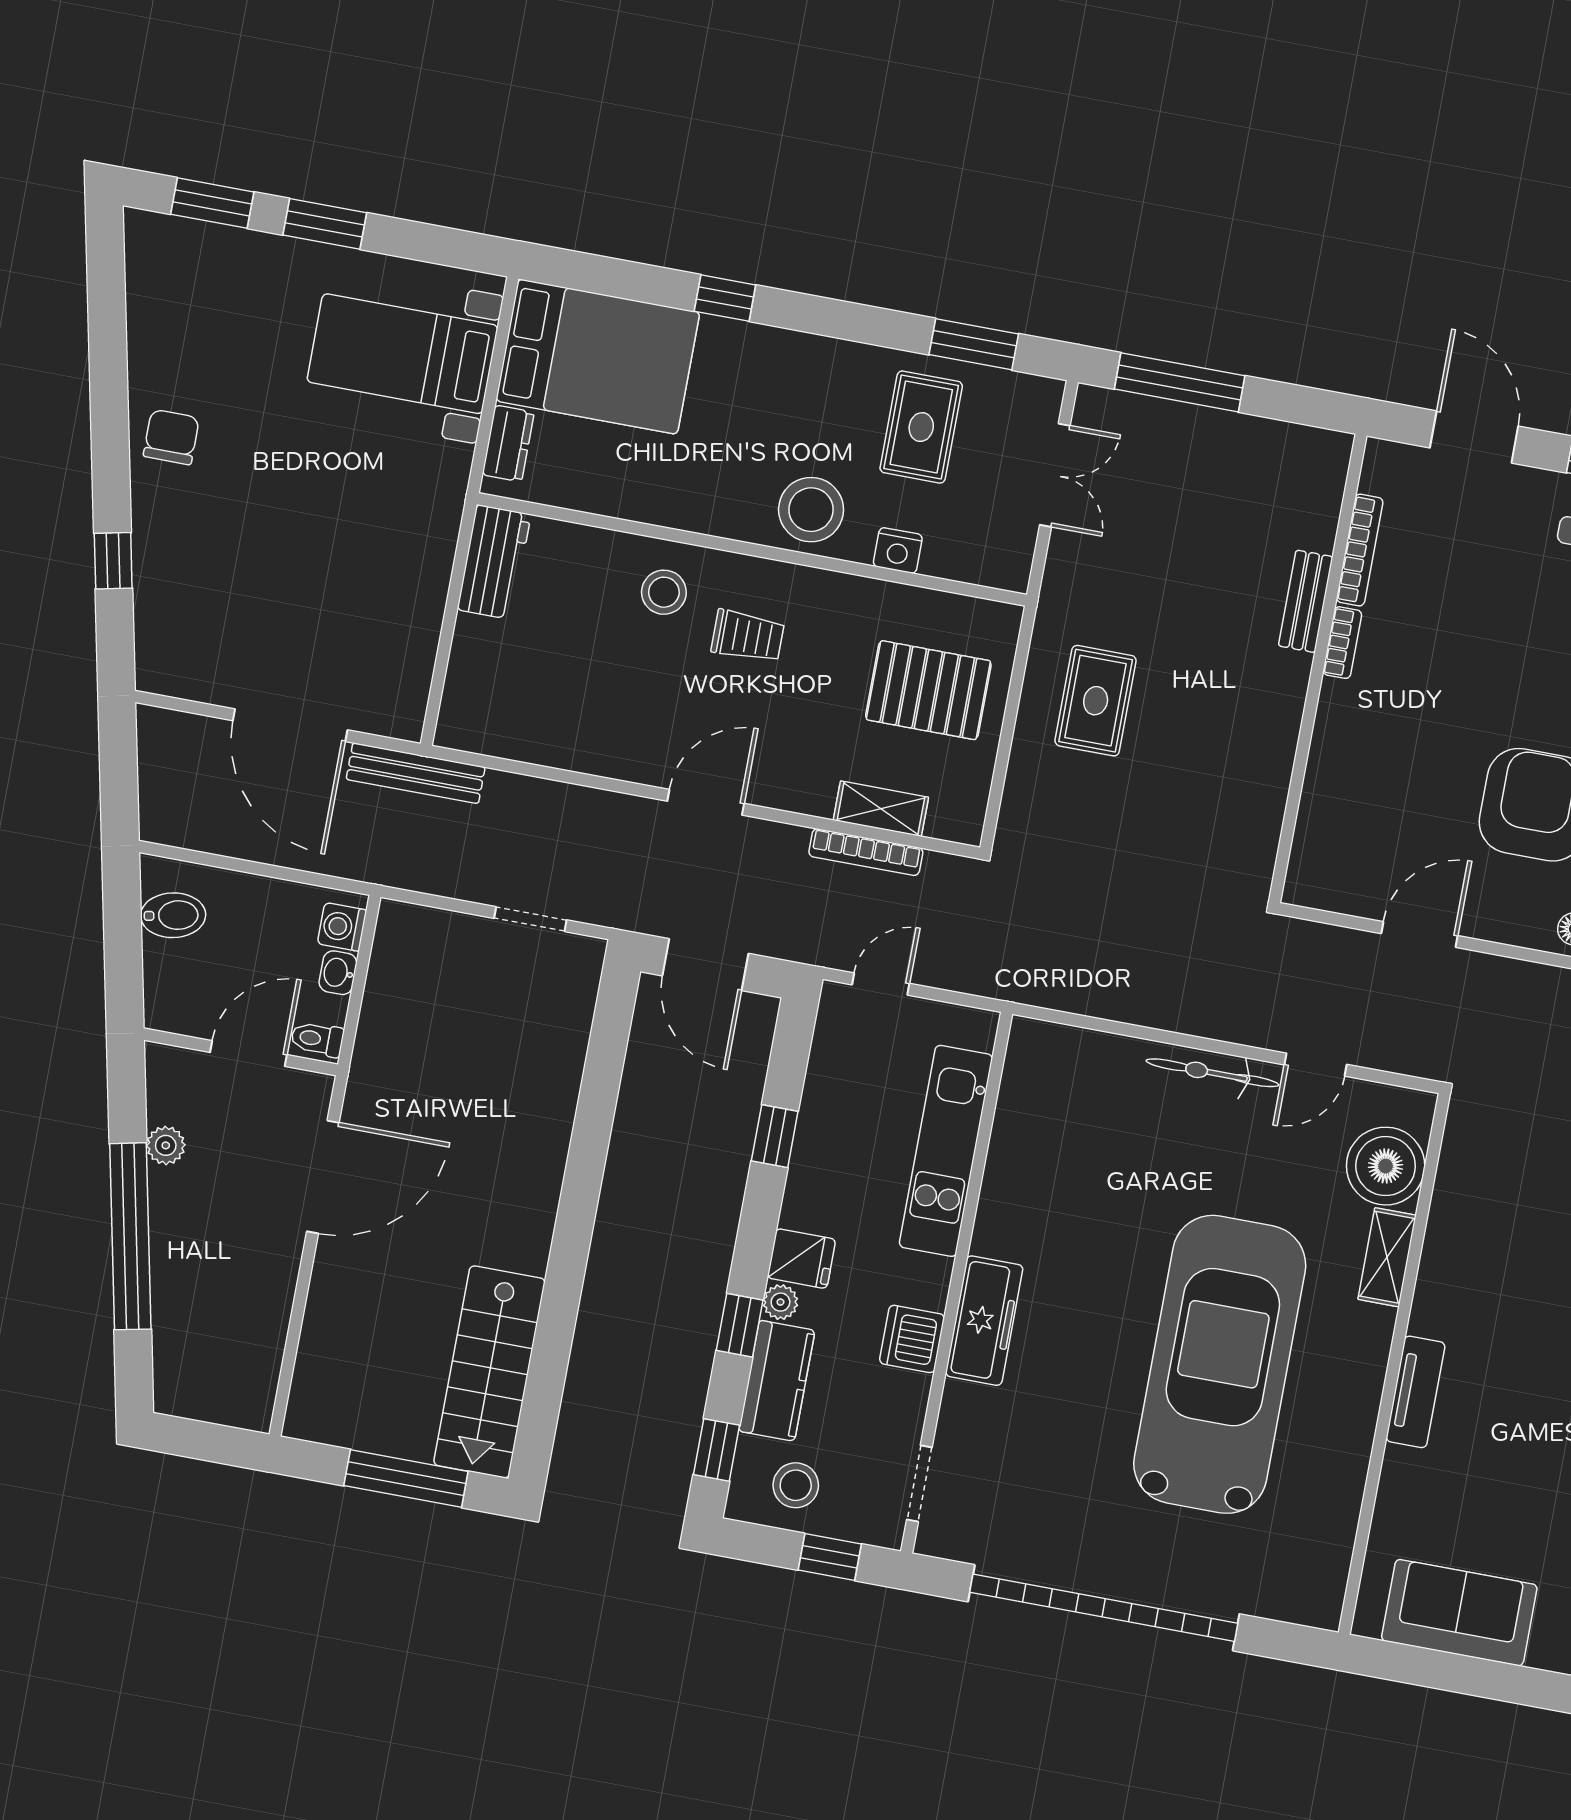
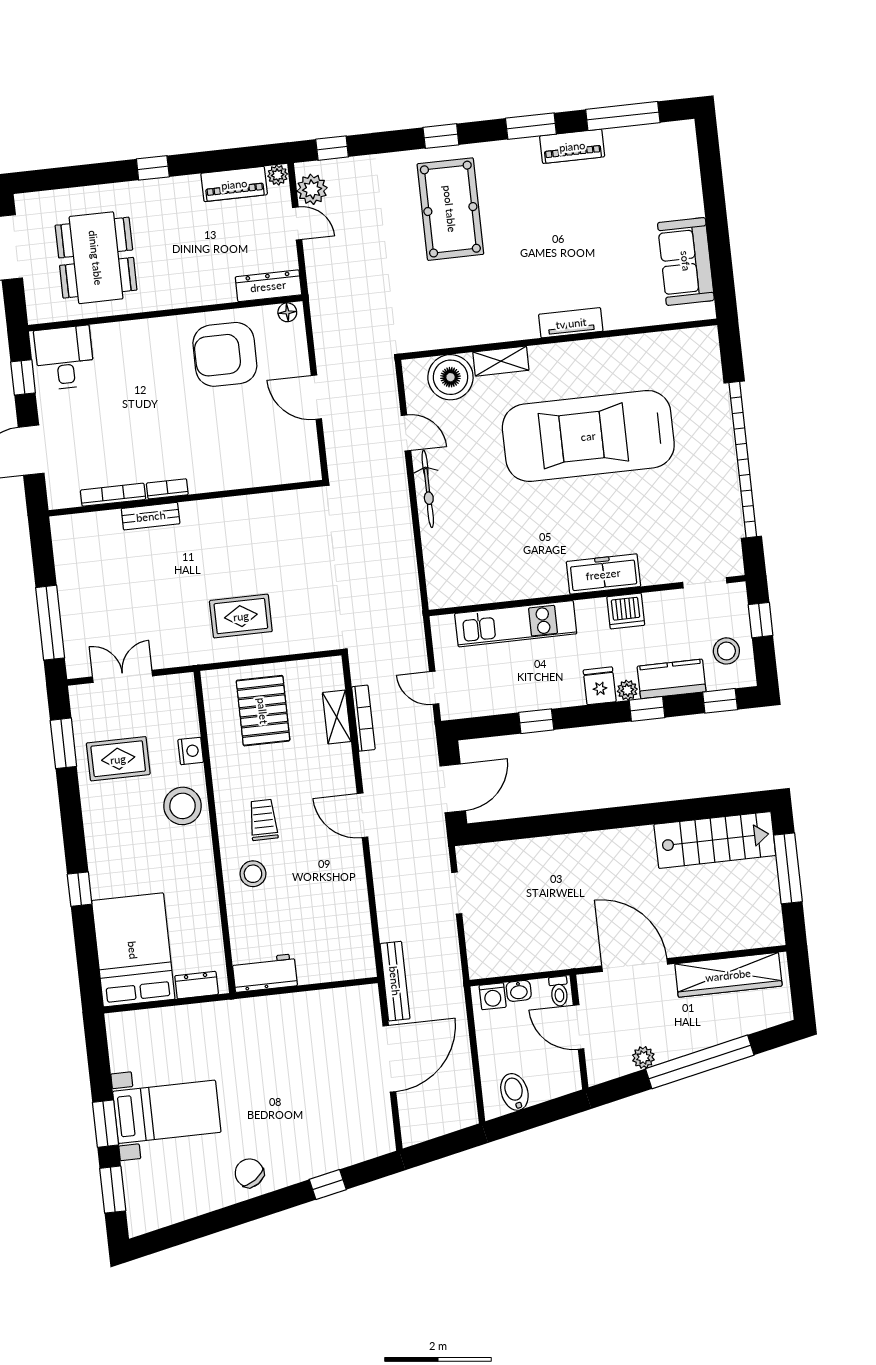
bed with nightstands: (402, 354) -> (167, 1112), moved, turned -90
chair: (171, 437) -> (249, 1173), turned 55
wardrobe: (260, 1327) -> (728, 975), added

